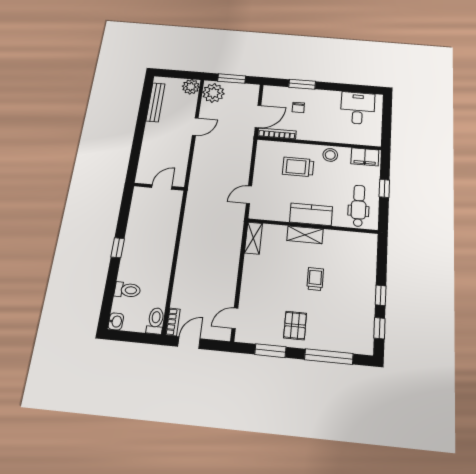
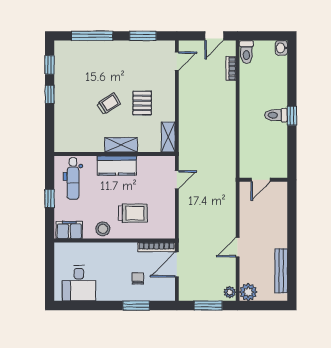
plant: (213, 93) -> (230, 292), width x0.53, depth x0.53
trolley: (315, 279) -> (109, 104), turned -123
toilet: (127, 290) -> (276, 115), moved
bookcase: (173, 322) -> (231, 68), moved
pallet: (295, 325) -> (142, 103), moved

